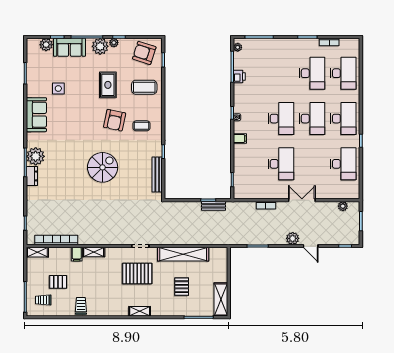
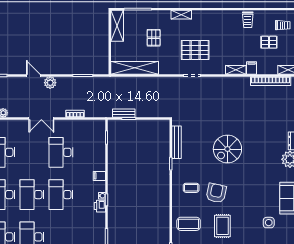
printer: (239, 76) -> (100, 206), moved
shelving: (183, 254) -> (135, 68), moved
shelving: (140, 311) -> (181, 15), moved

